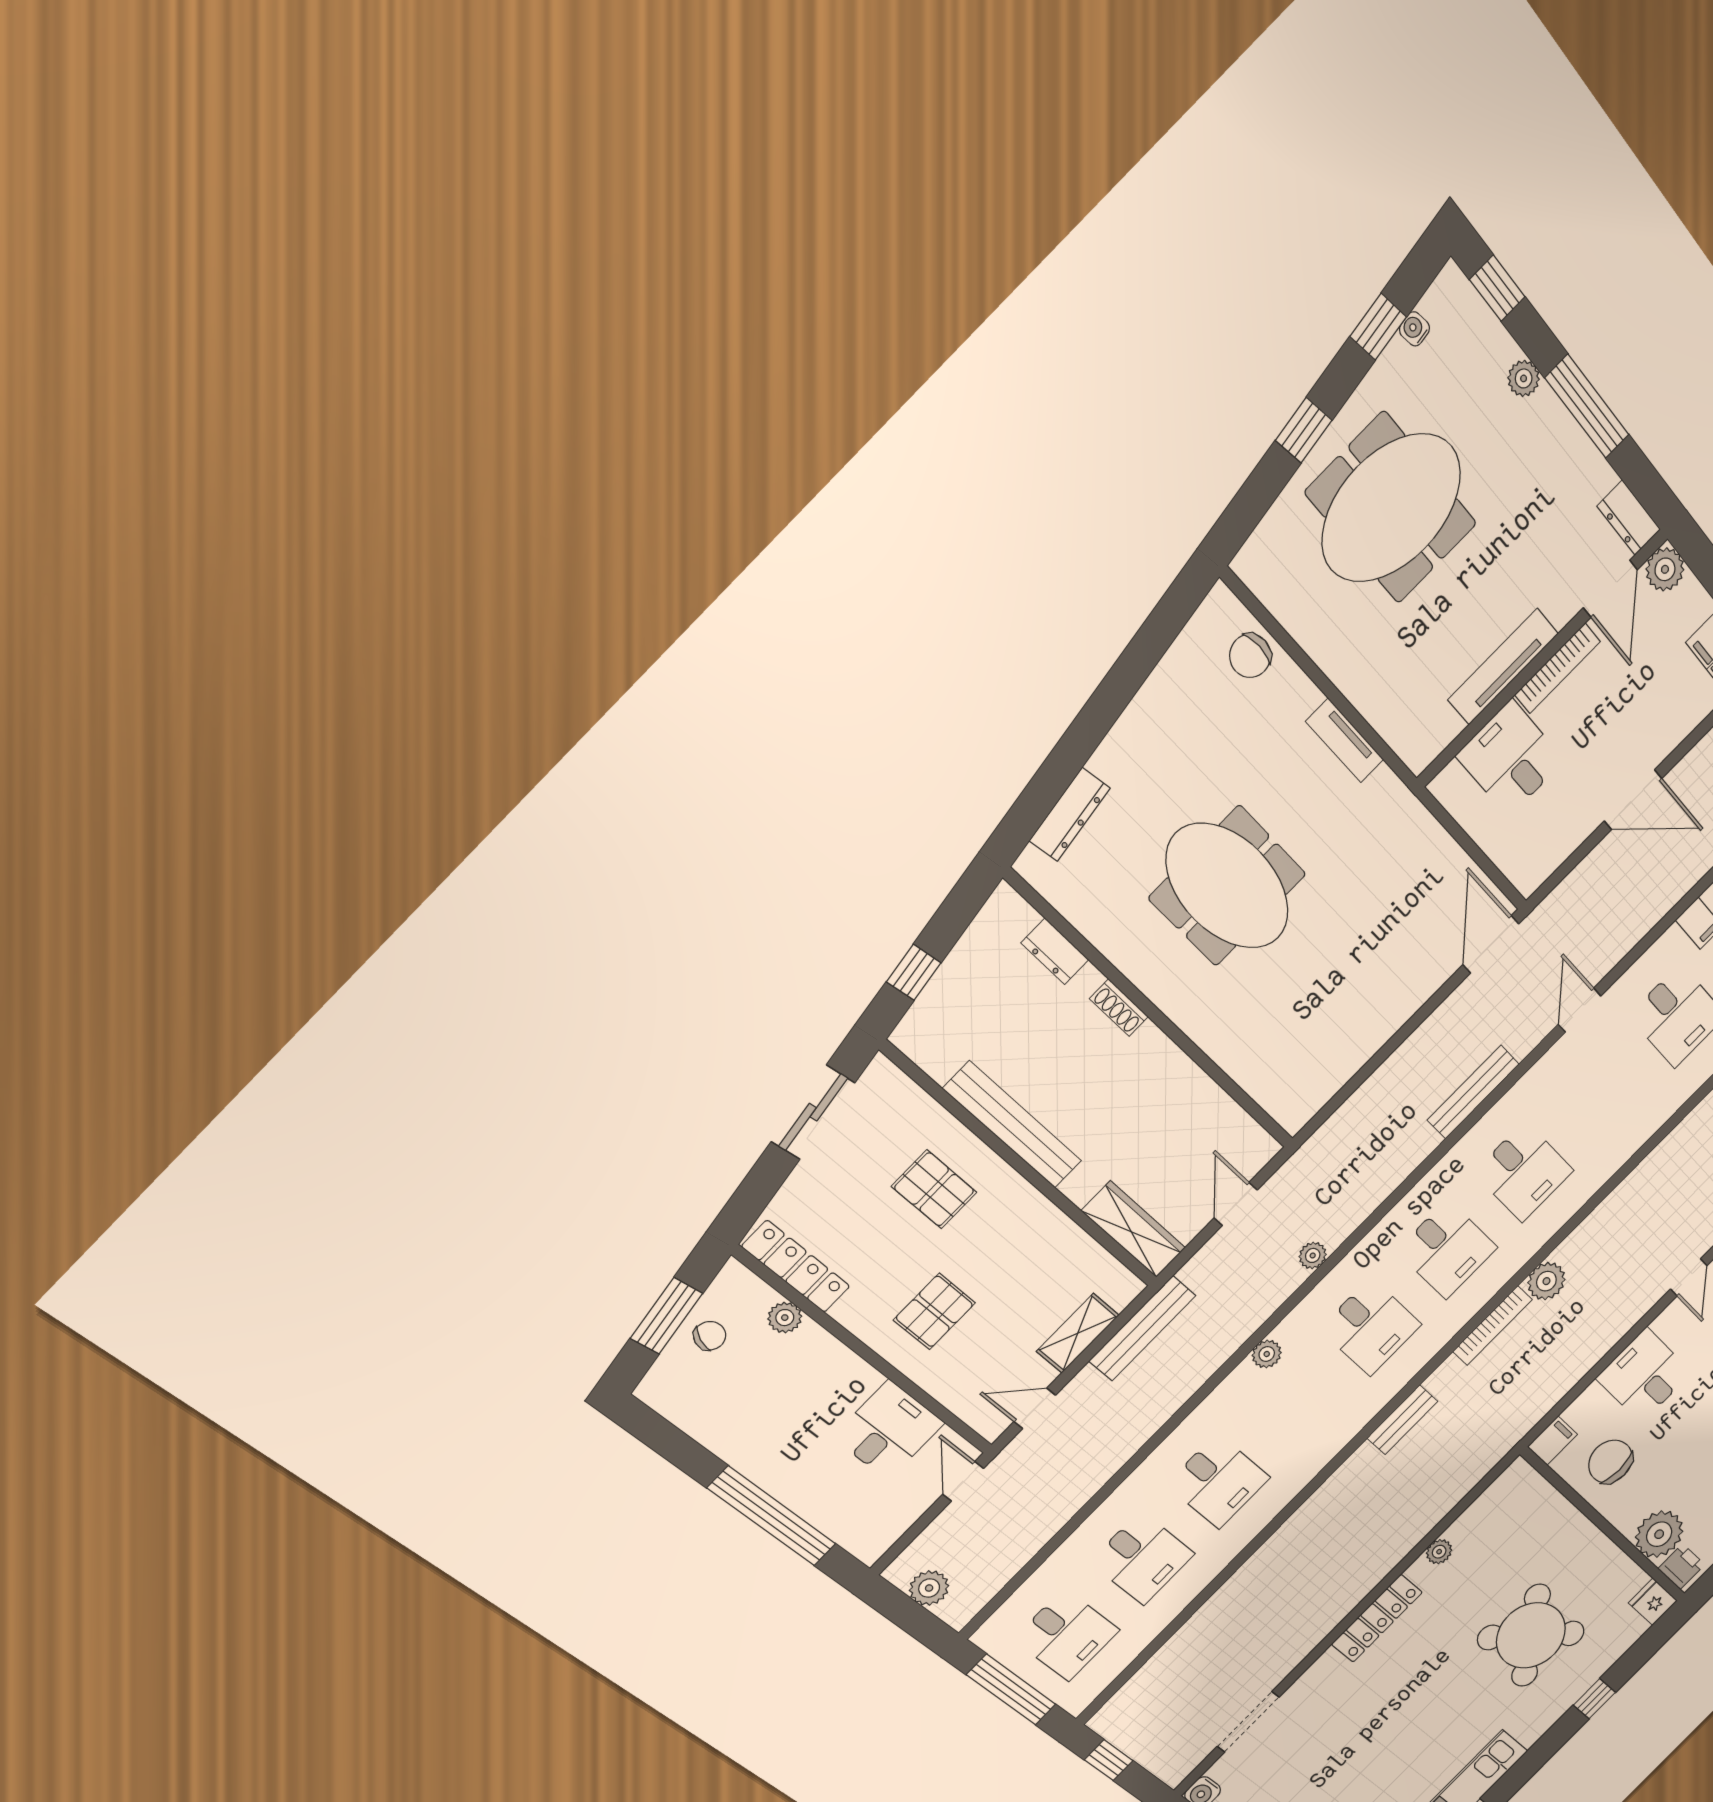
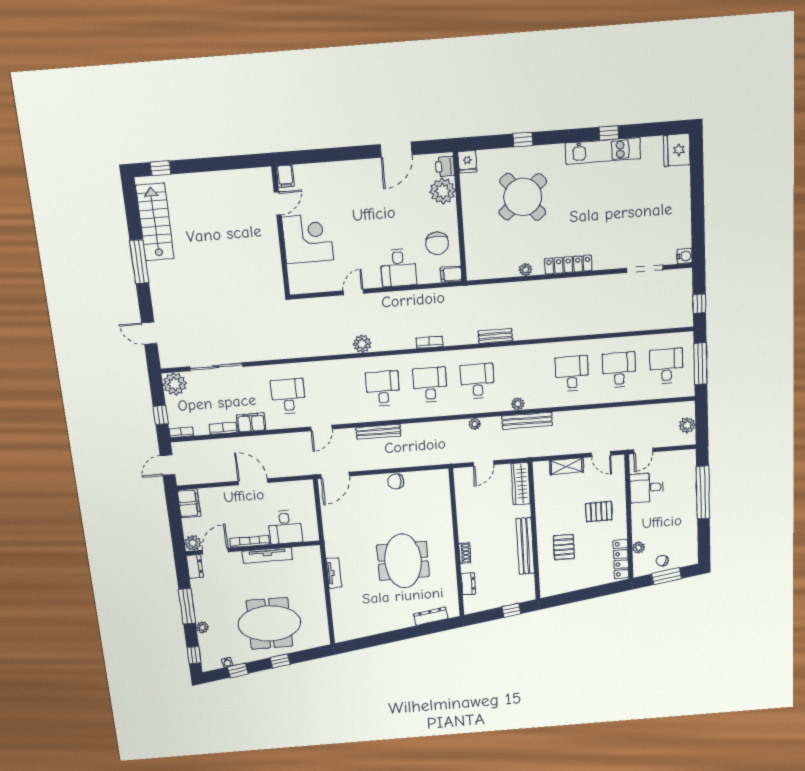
chair: (1250, 656) -> (396, 482), moved, turned 180
sliding door: (813, 1112) -> (574, 597), removed
plant: (1546, 1281) -> (362, 344), moved
bookcase: (1492, 1326) -> (429, 342), width x0.64
bench: (1142, 1328) -> (527, 421), moved

